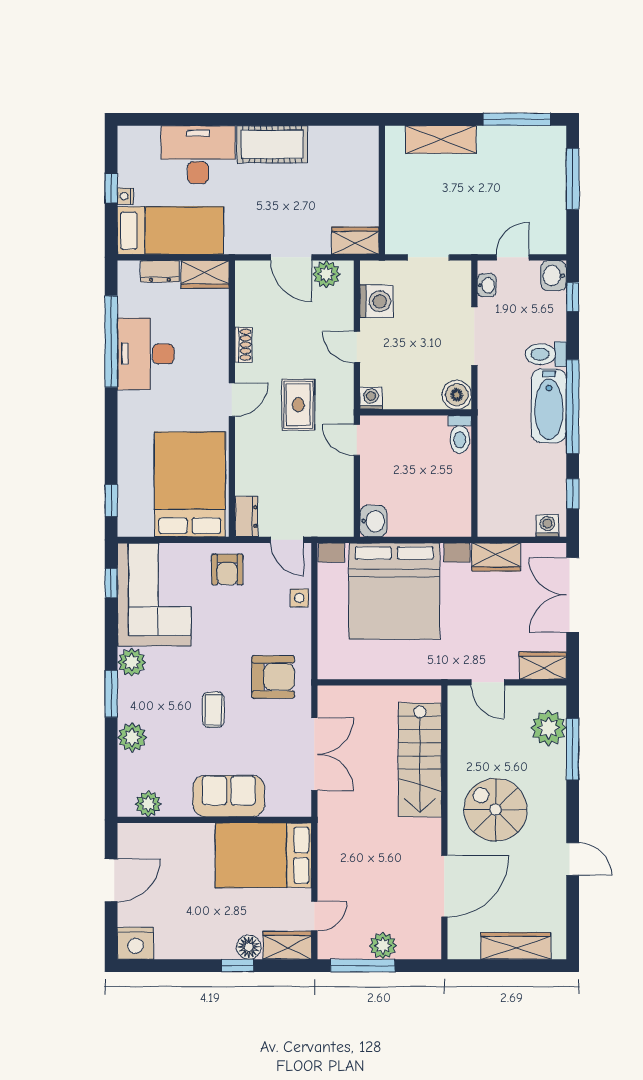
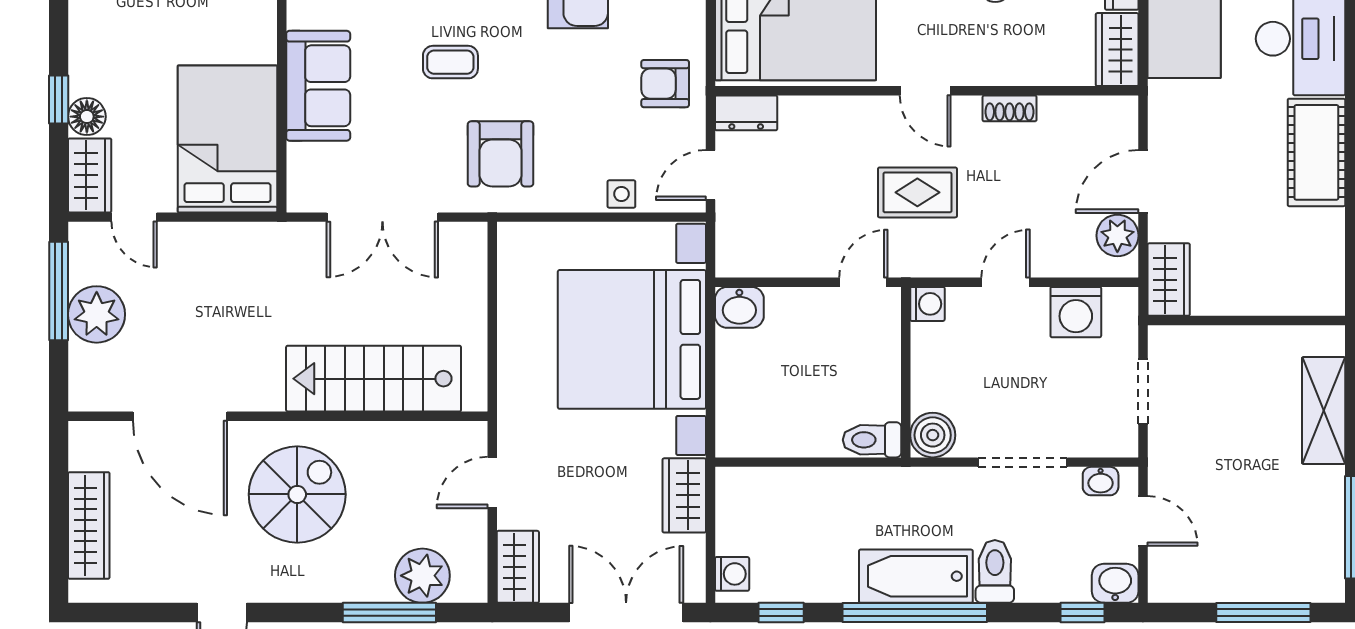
plant: (383, 946) -> (97, 314), width x1.36, depth x1.36

